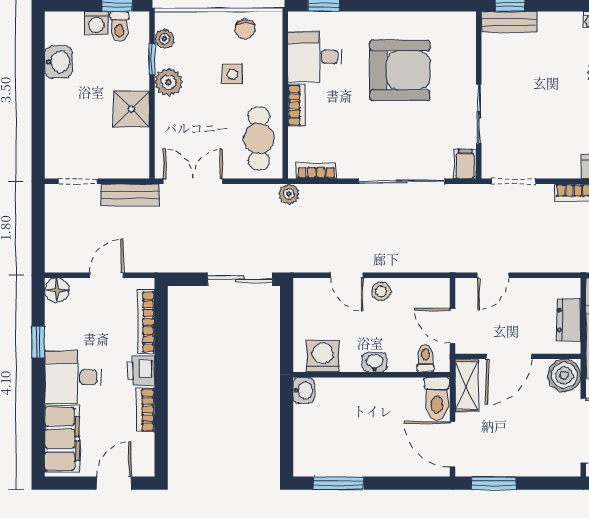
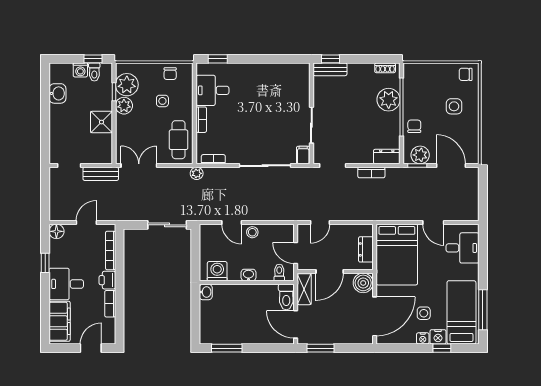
plant: (164, 39) -> (127, 85), width x1.87, depth x1.87
armchair: (400, 70) -> (264, 98), removed

